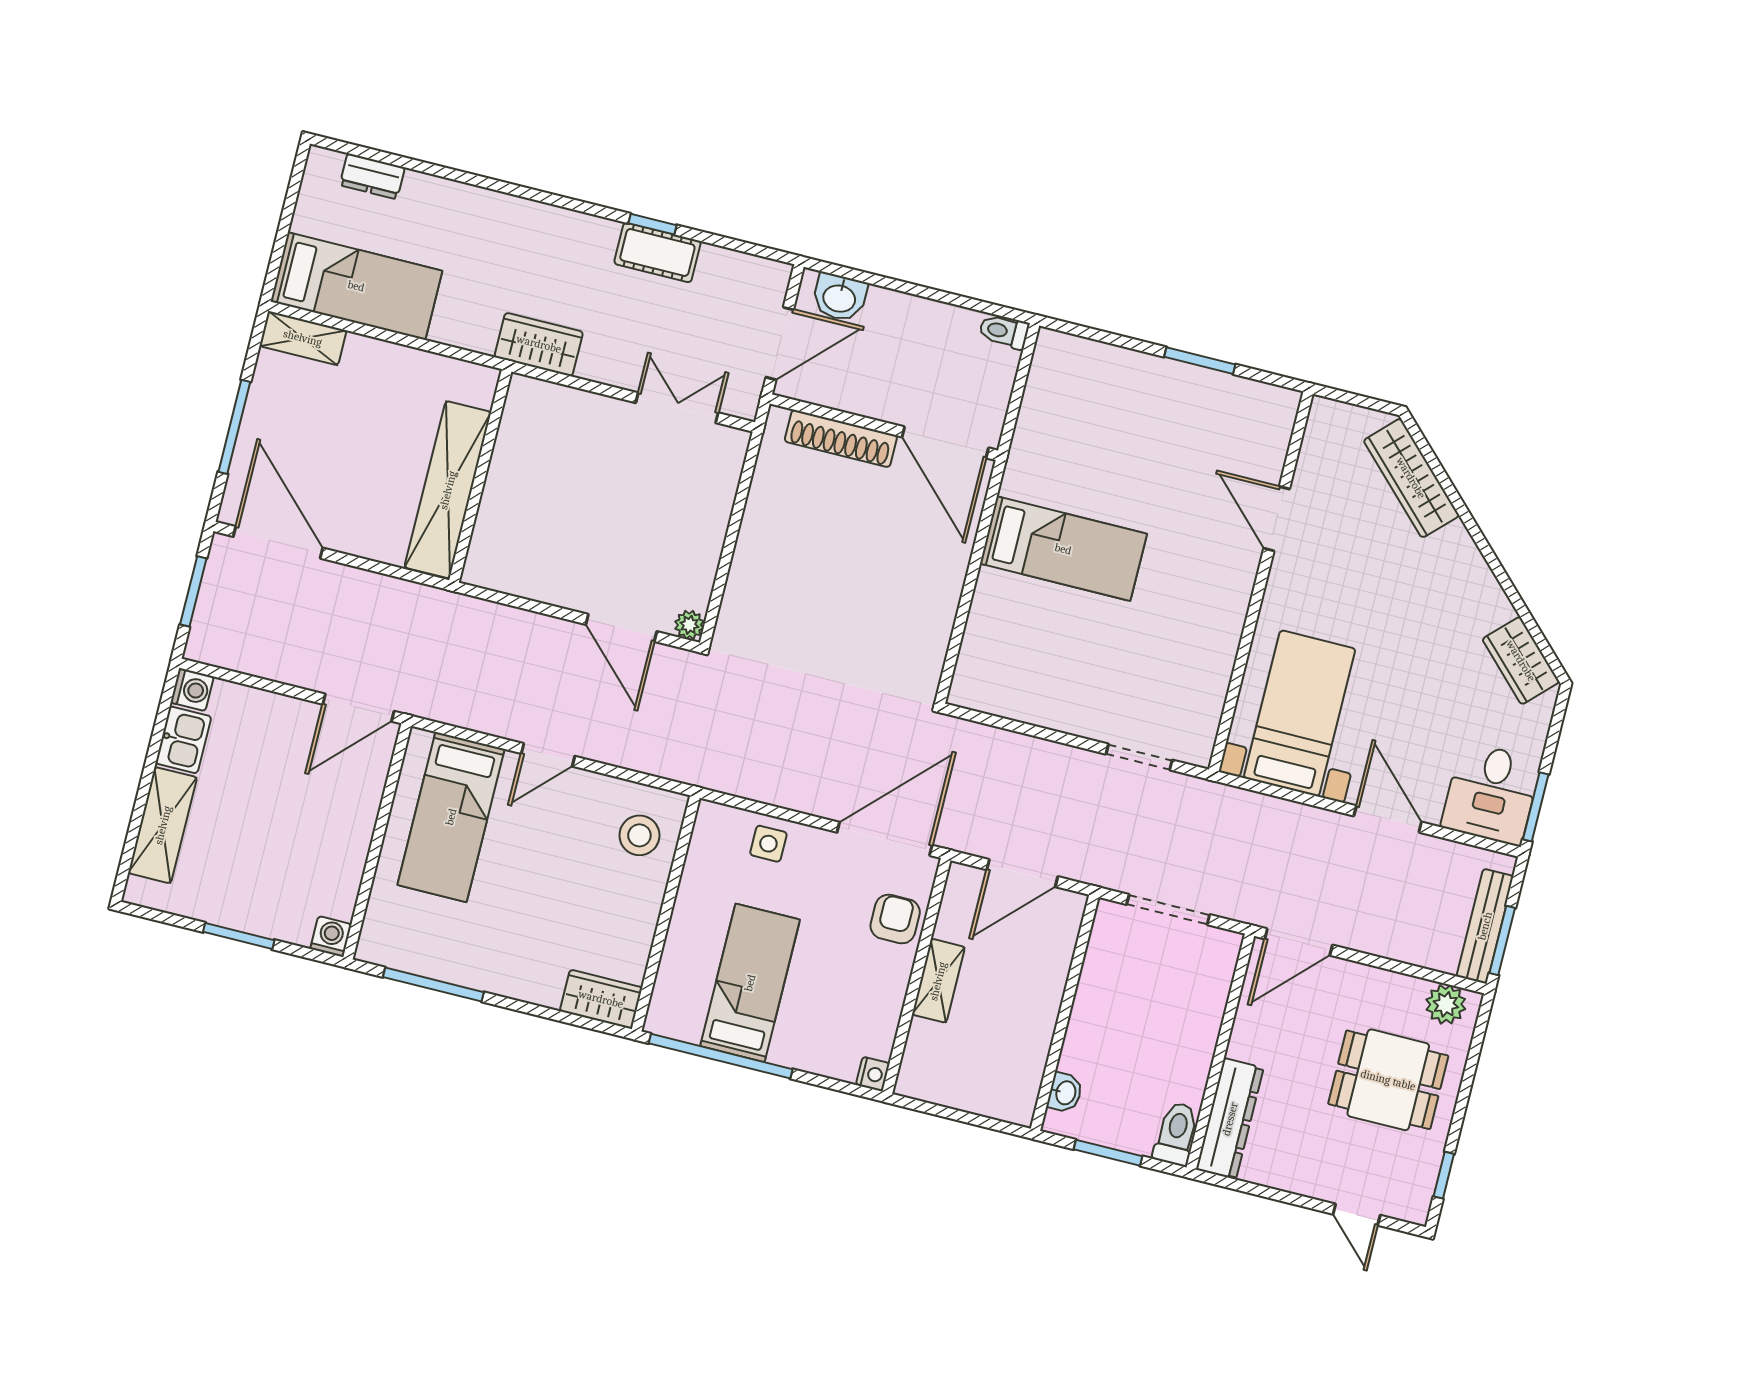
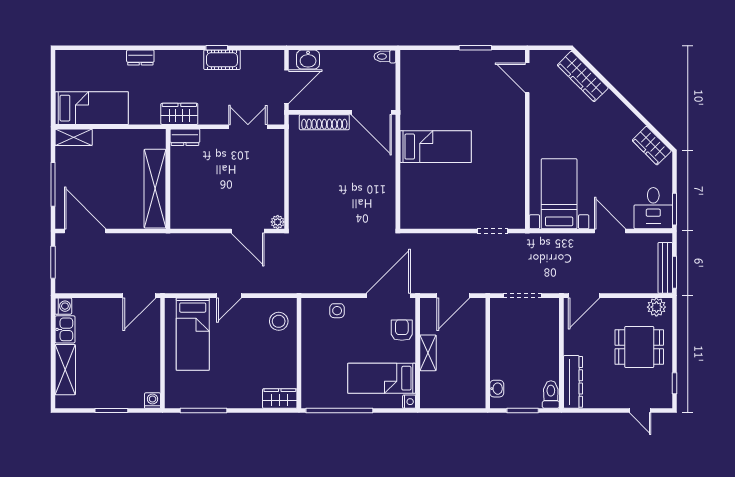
dresser: (372, 176) -> (140, 57), moved
dresser: (538, 397) -> (185, 137), added
door: (1277, 519) -> (527, 78), moved
bed: (750, 983) -> (382, 378), moved, turned -90

